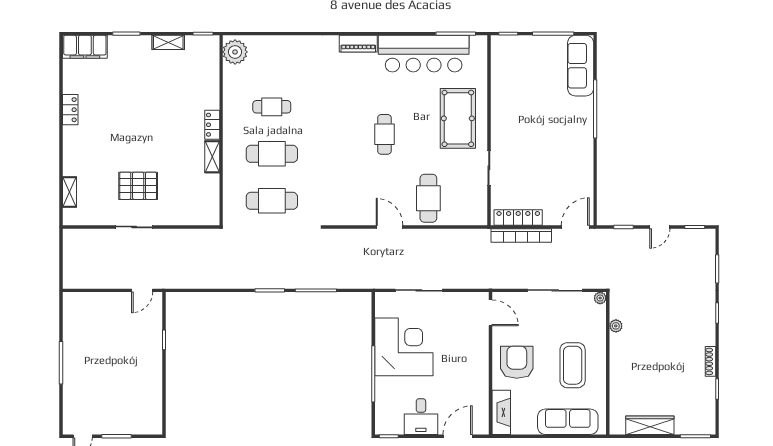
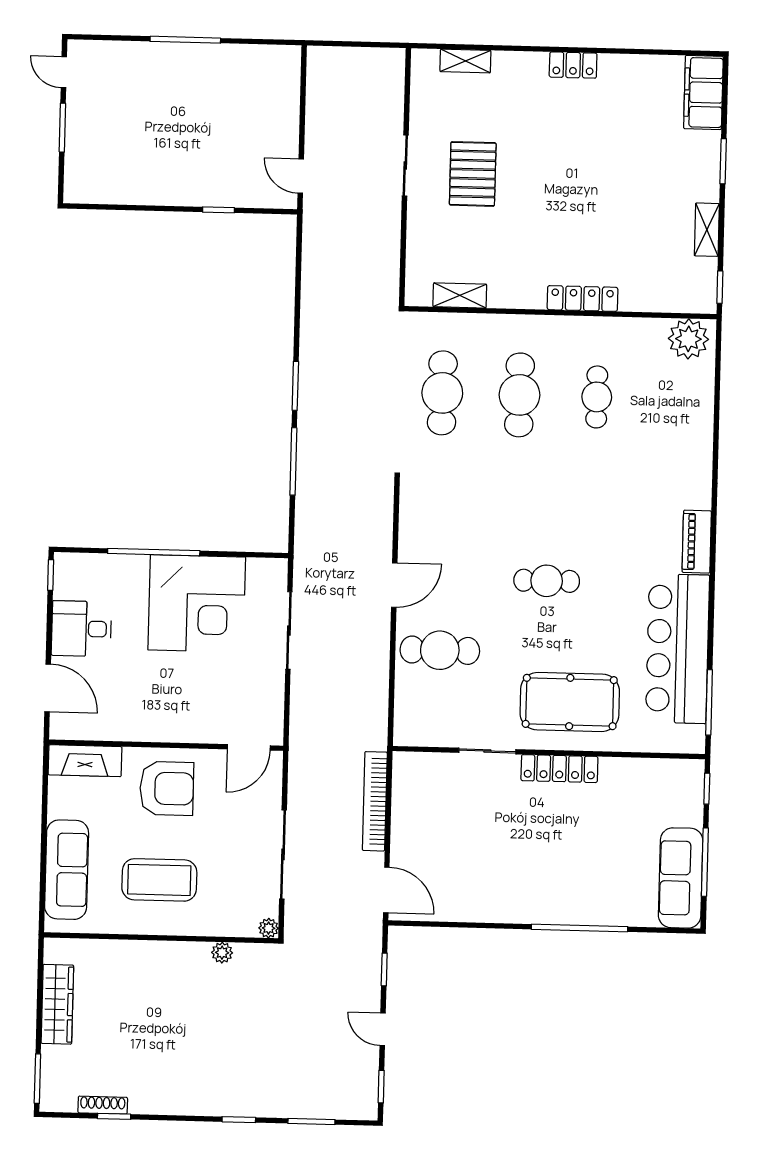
sofa: (581, 66) -> (681, 878), moved, turned -90
locker: (70, 110) -> (573, 65), moved
locker: (212, 125) -> (582, 299), width x1.53
shelving: (212, 157) -> (460, 295), moved
locker: (518, 217) -> (559, 769), moved, turned 90
shoe rack: (710, 361) -> (103, 1105), moved

